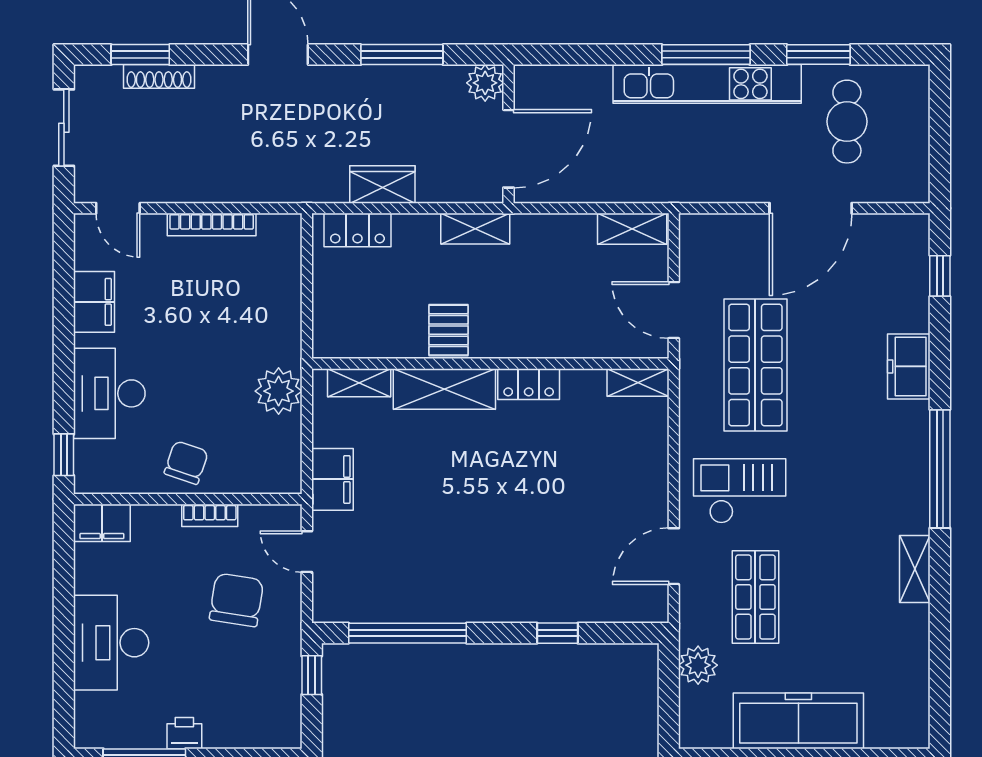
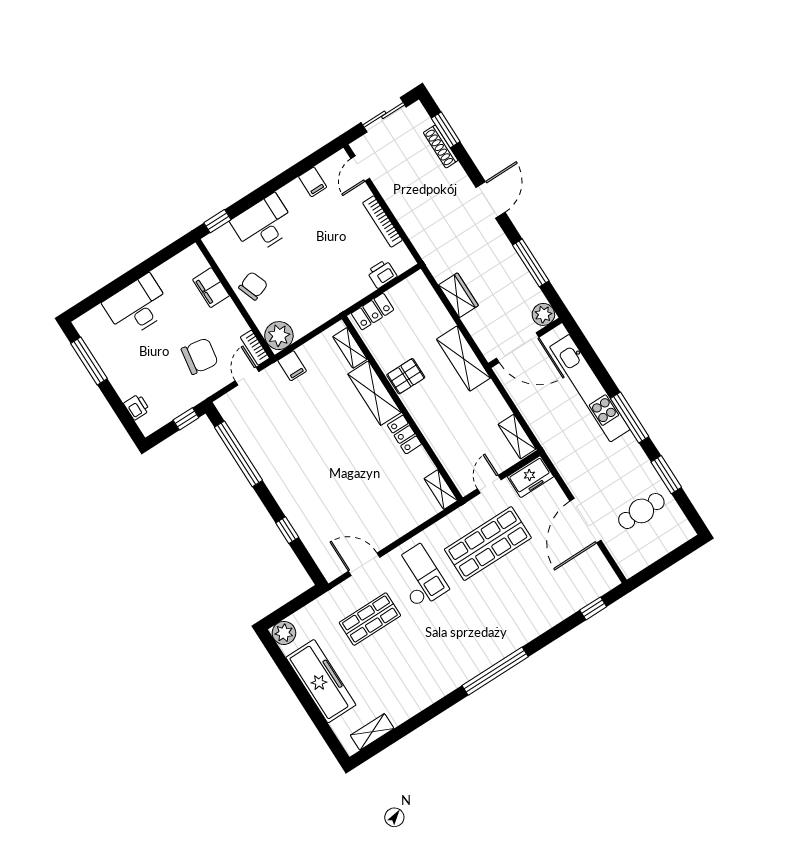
kitchen unit: (707, 84) -> (590, 388), moved
door: (811, 208) -> (586, 521), hinge flipped
shelving: (475, 229) -> (463, 359), width x1.50, depth x1.33
locker: (357, 230) -> (373, 312), moved, turned -90
printer: (284, 272) -> (382, 274), added
filing cabinet: (94, 302) -> (313, 182), width x0.50
door: (674, 310) -> (489, 484), width x0.73
freezer: (909, 366) -> (530, 477), moved, turned 180
plant: (279, 391) -> (279, 336), moved
chair: (186, 463) -> (253, 286), turned -39
filing cabinet: (332, 479) -> (292, 366), width x0.50
bookcase: (210, 515) -> (255, 348), moved
filing cabinet: (102, 523) -> (211, 288), moved
shelving: (915, 569) -> (372, 732), moved
plant: (698, 665) -> (284, 633), moved
printer: (184, 733) -> (137, 407), moved

